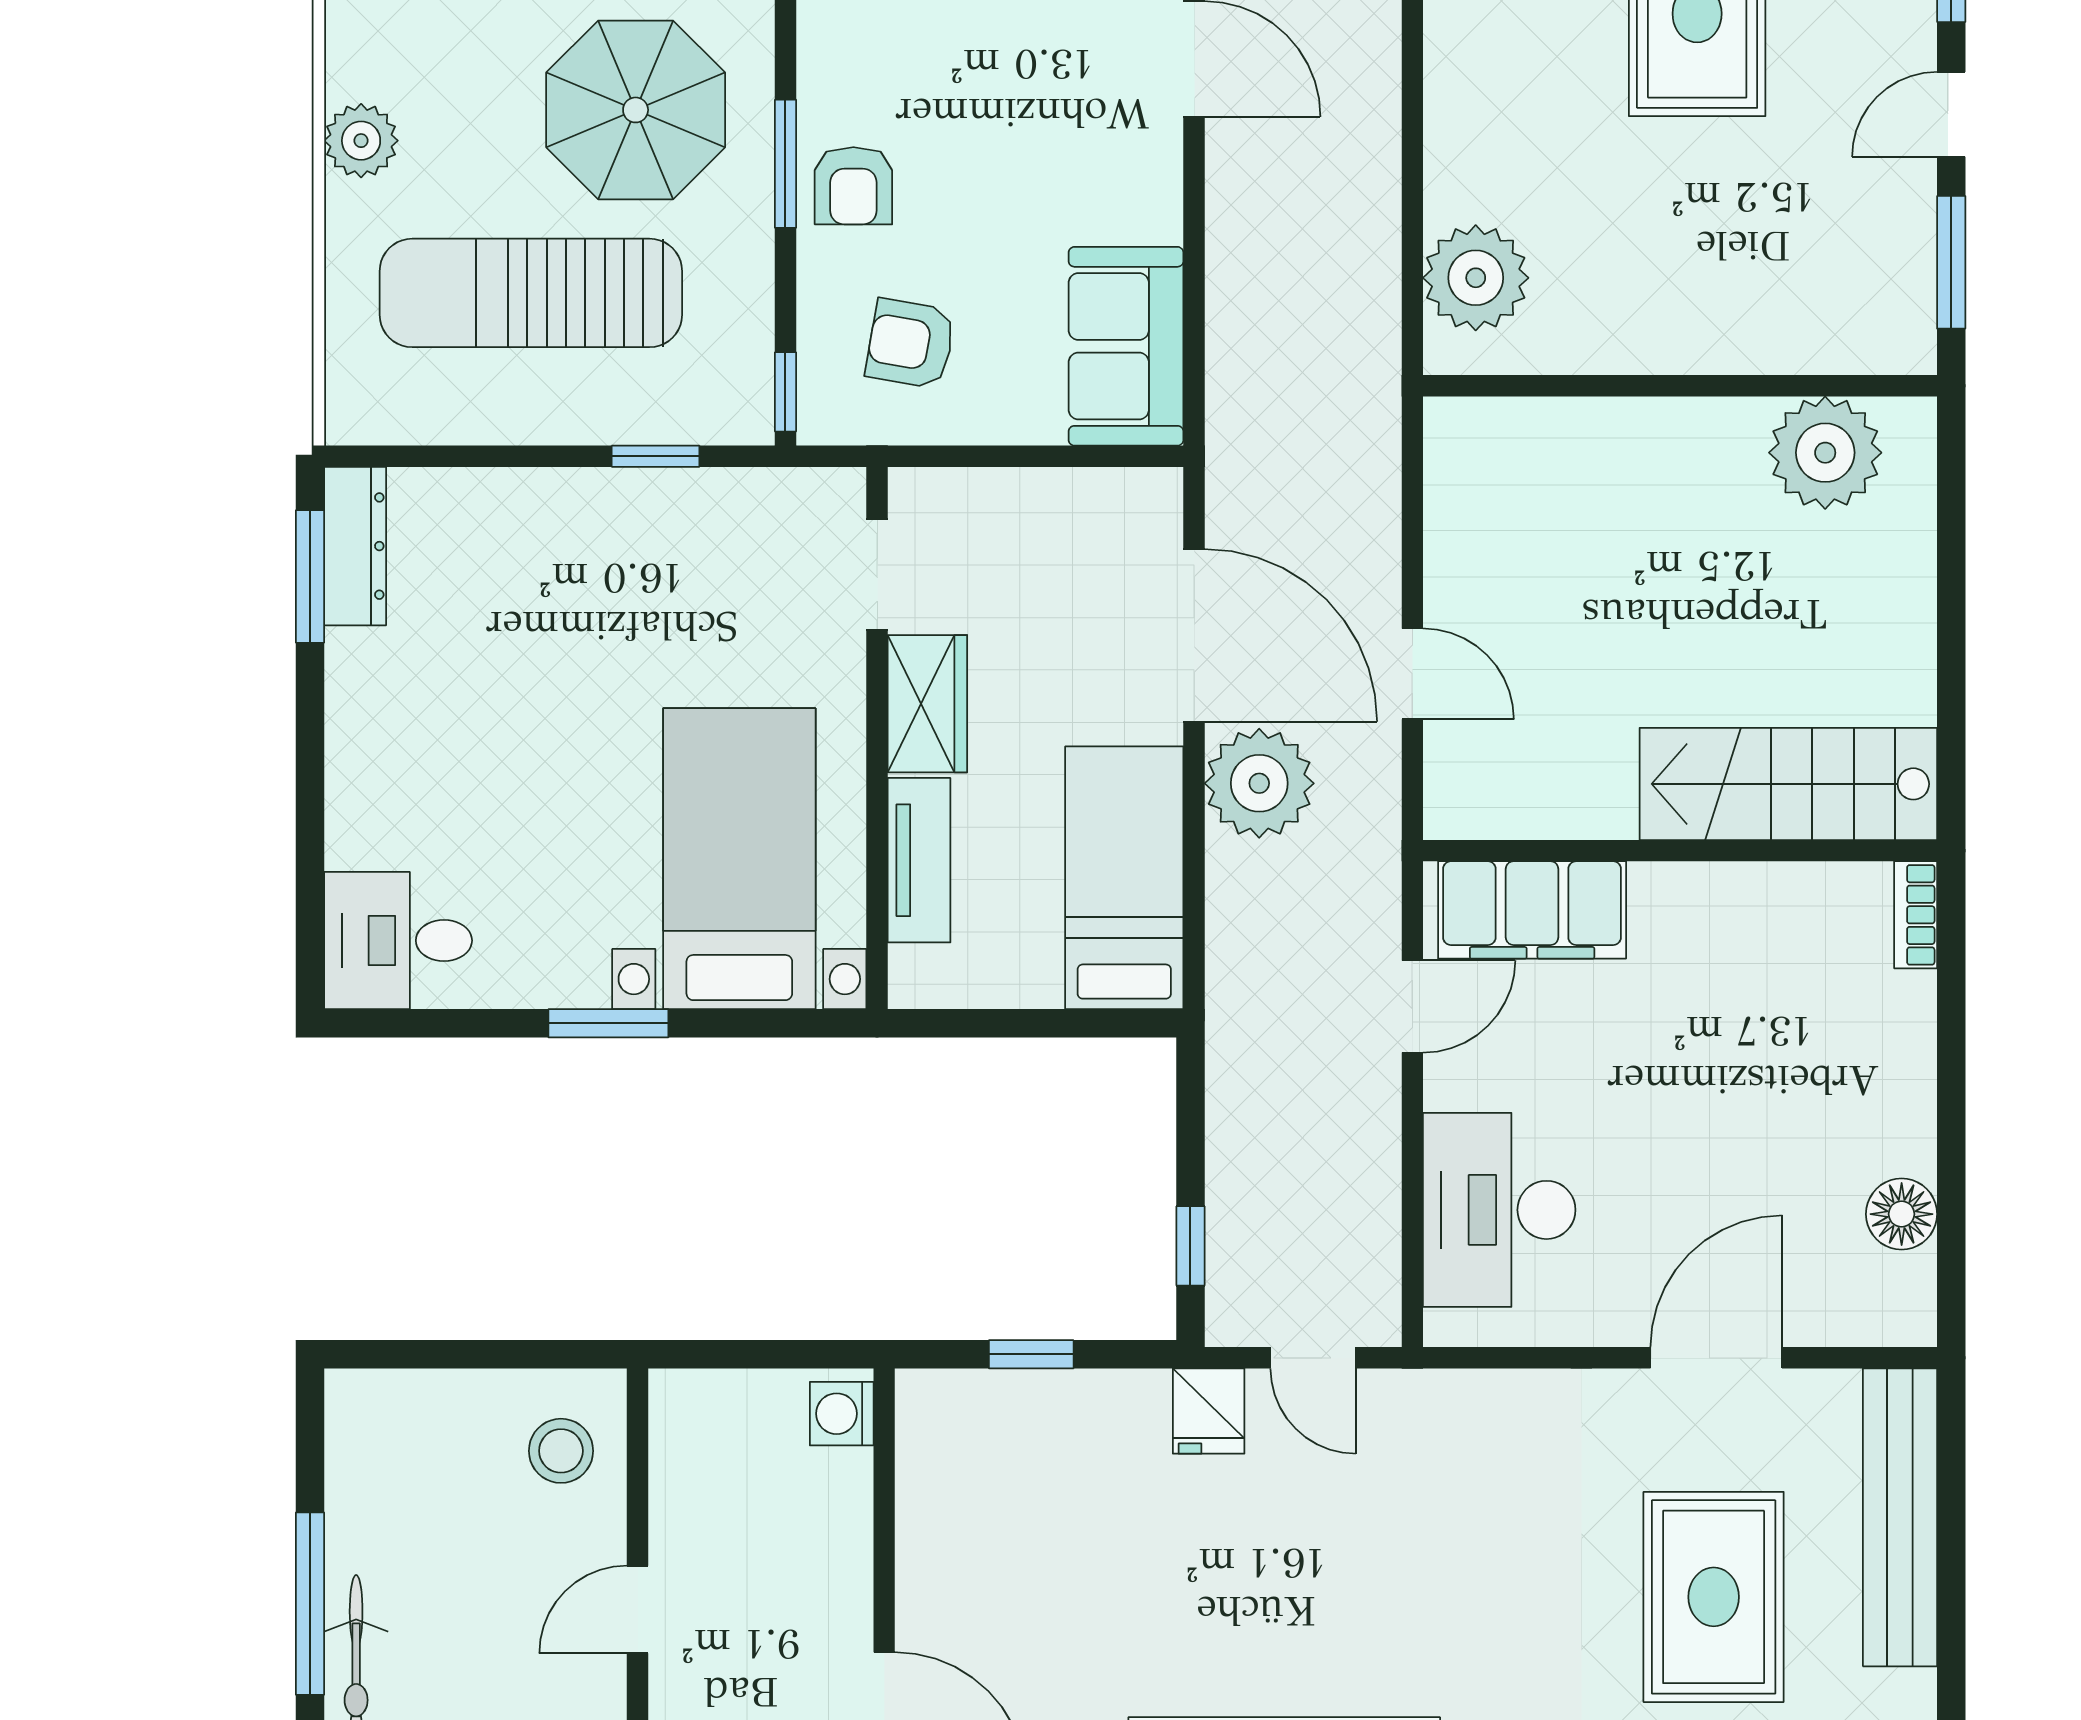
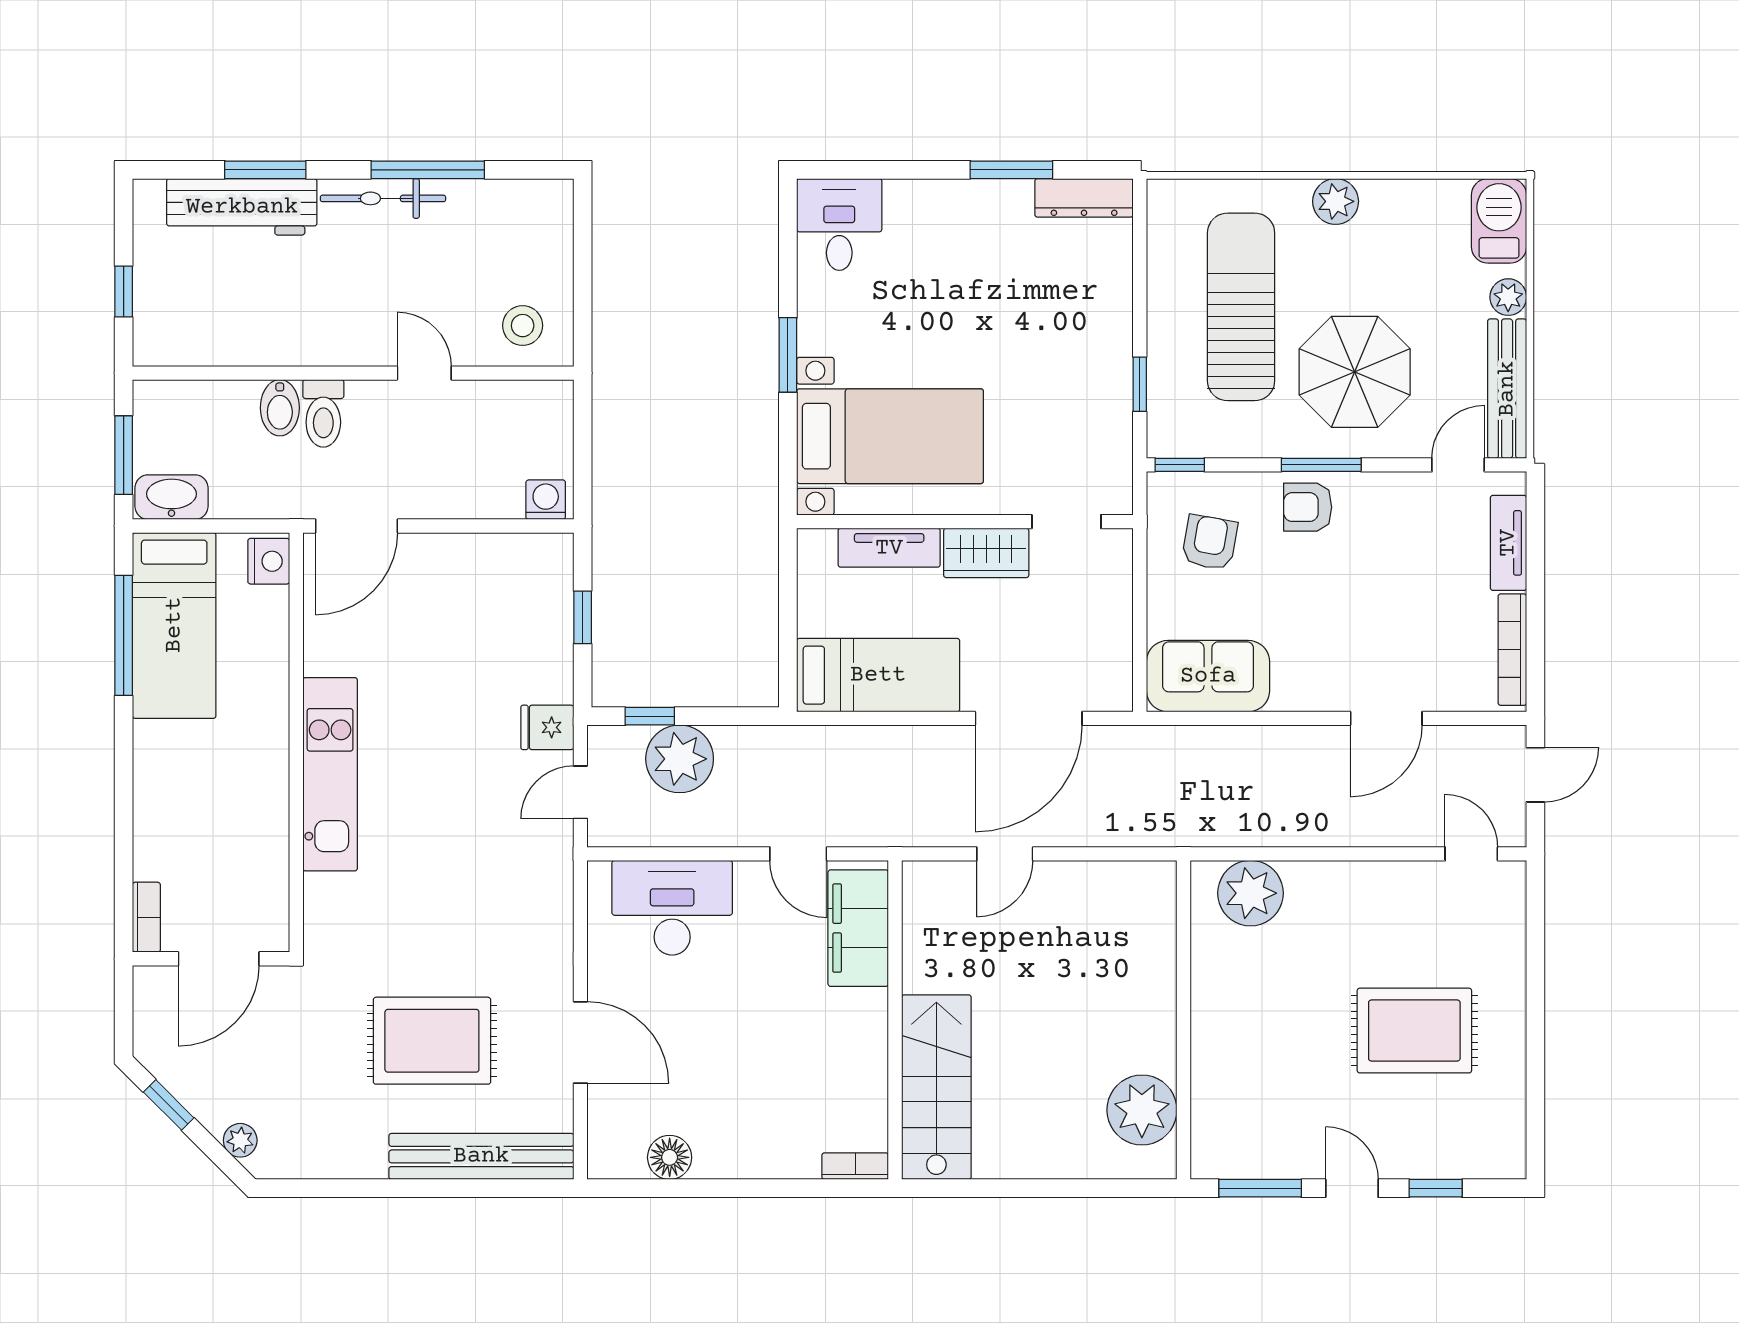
window: (310, 576) -> (1011, 170), moved
plant: (1259, 783) -> (680, 759), moved

